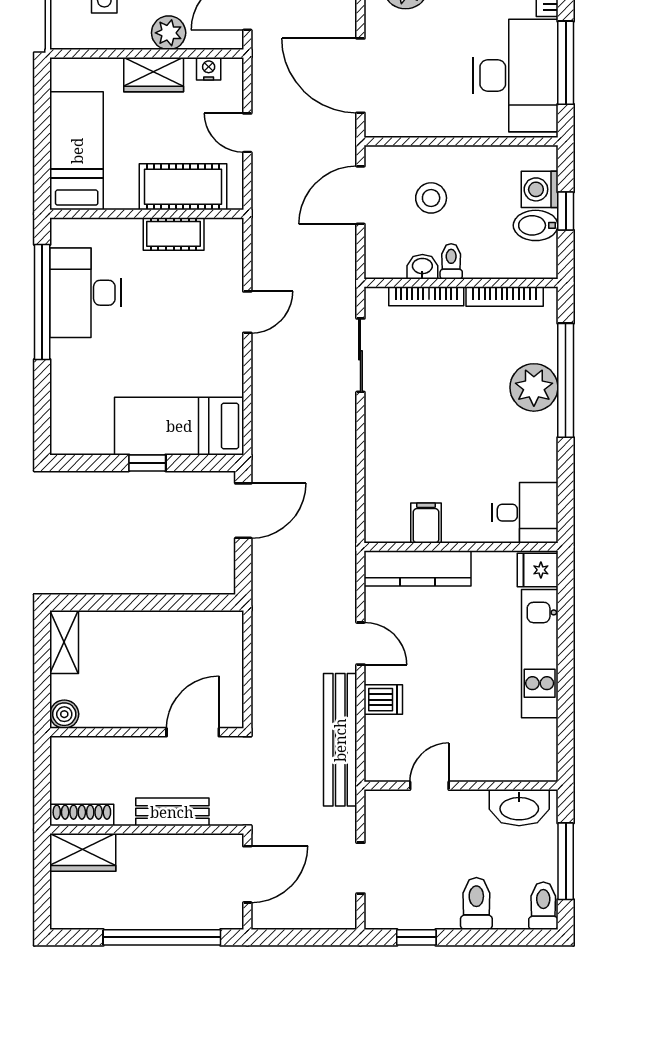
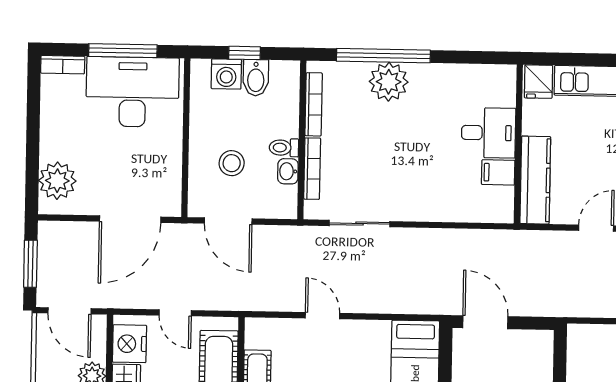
nightstand: (209, 69) -> (129, 344), width x1.89, depth x1.79
door: (247, 133) -> (175, 313), hinge flipped
desk: (525, 513) -> (489, 133), moved, turned 90

